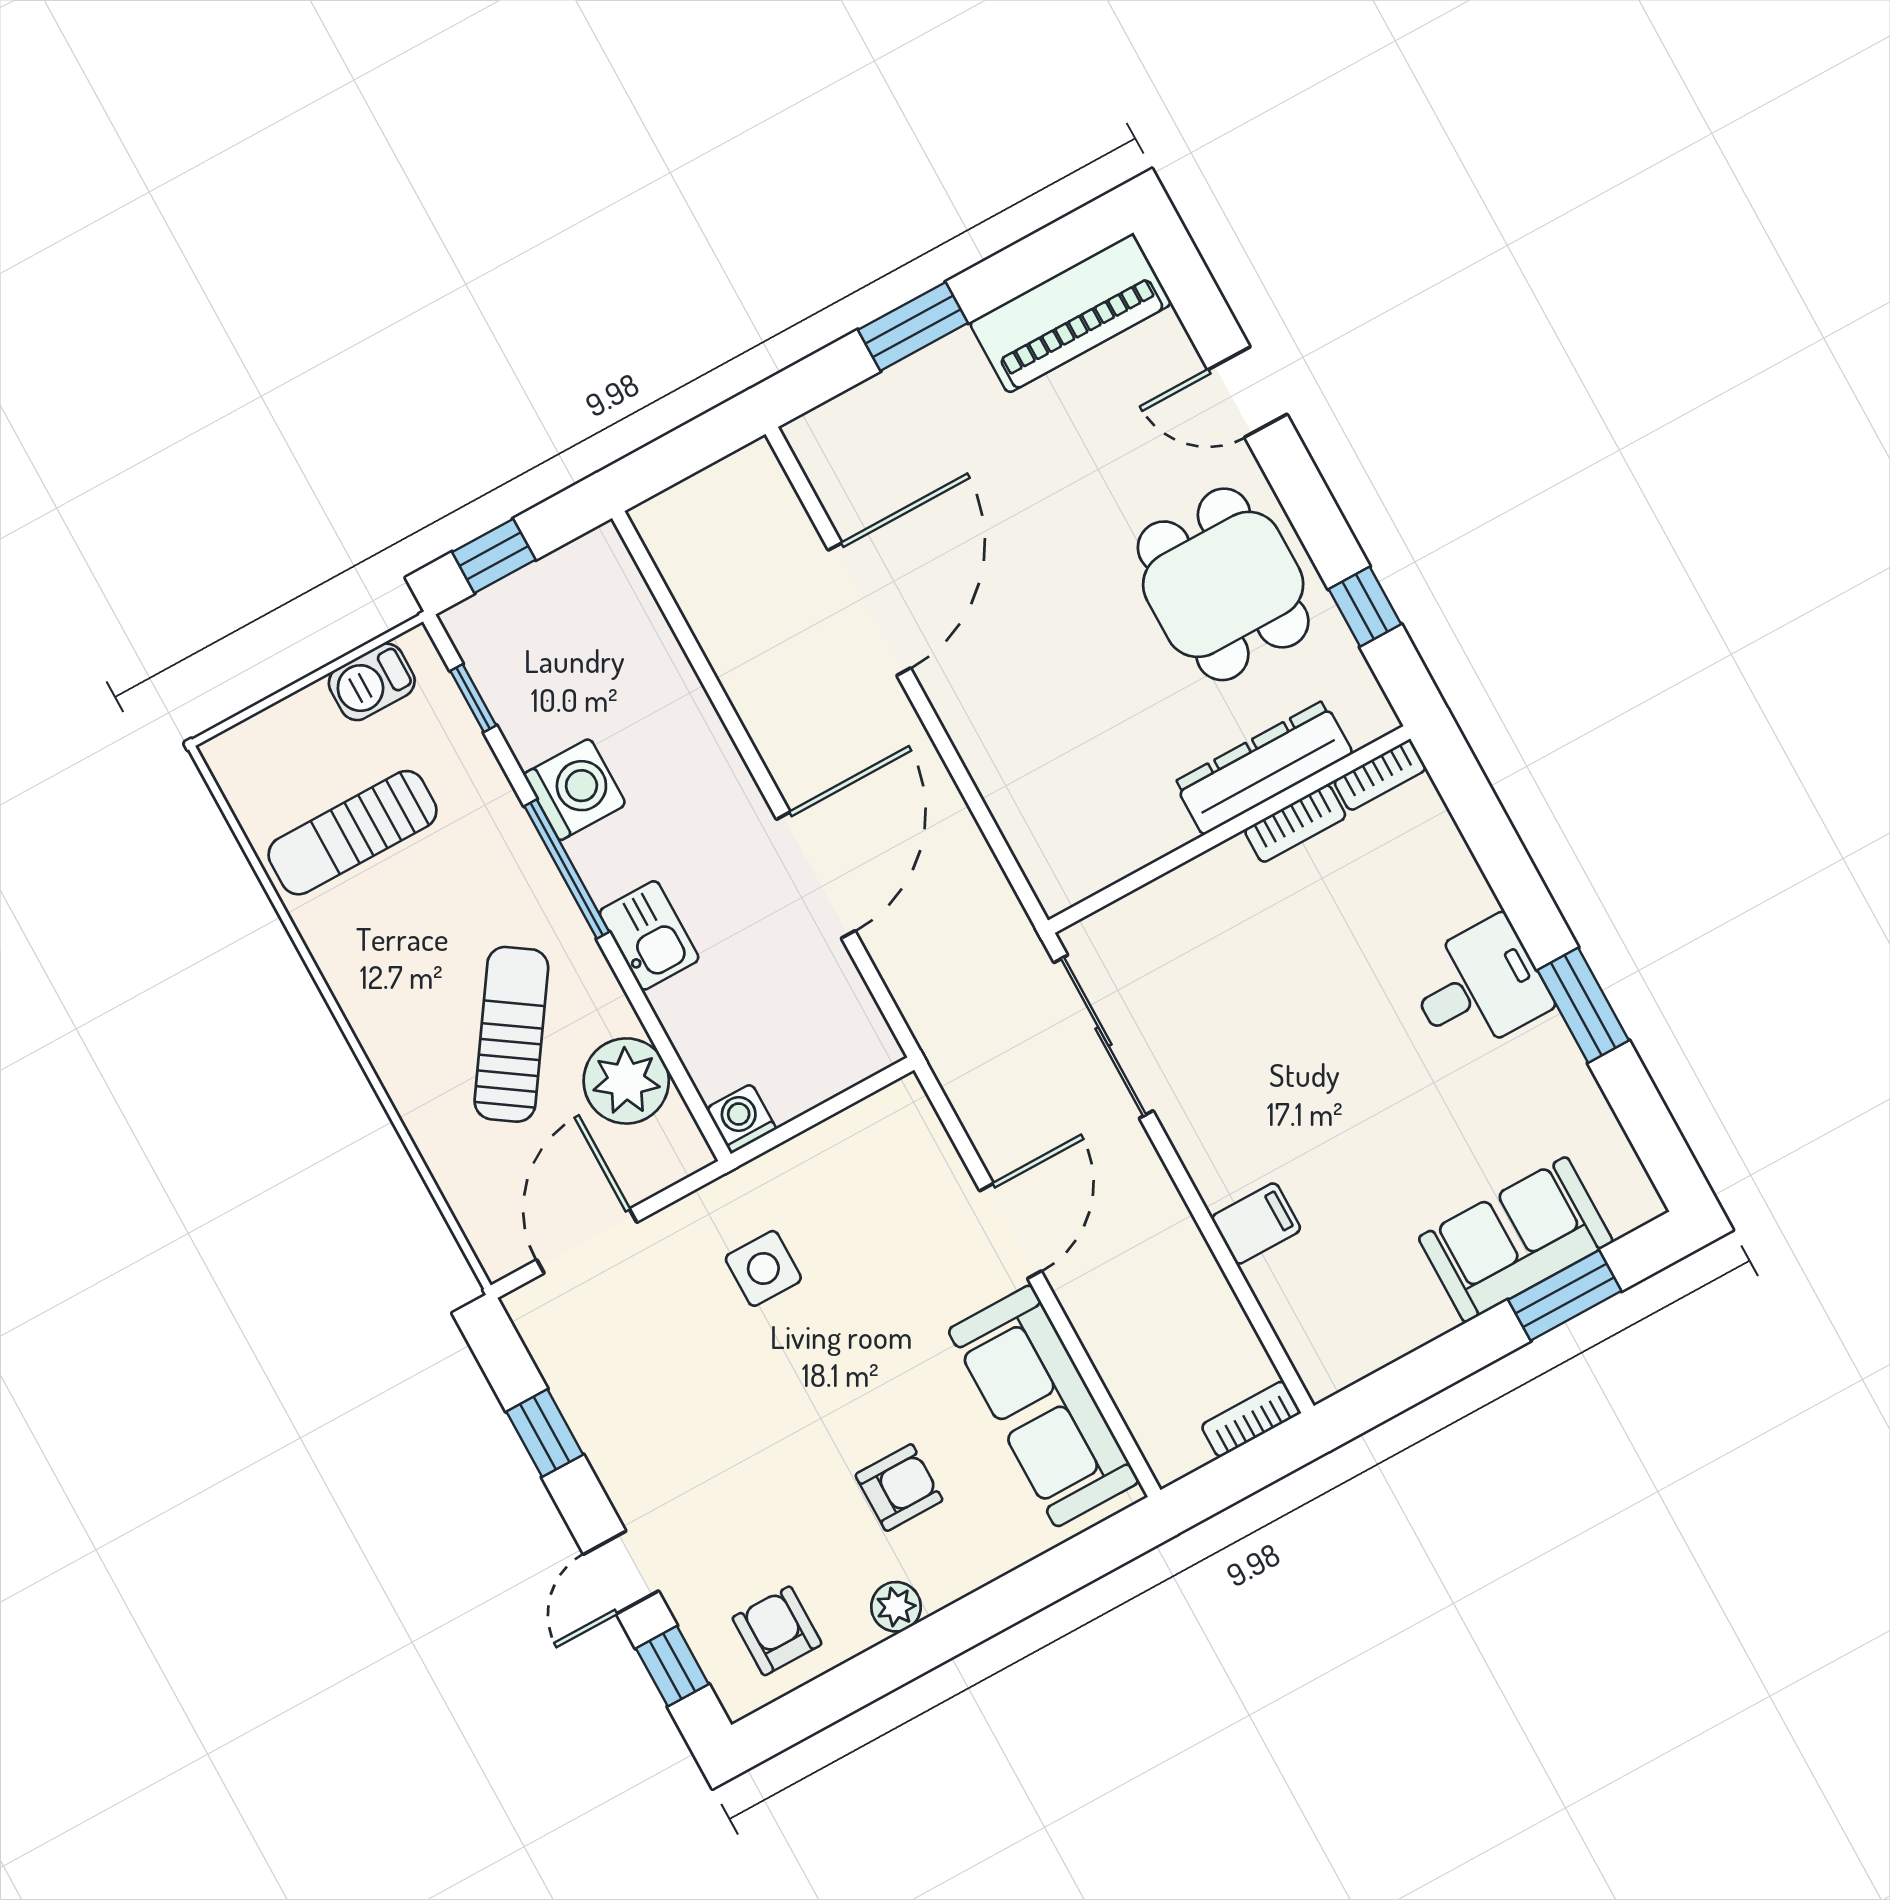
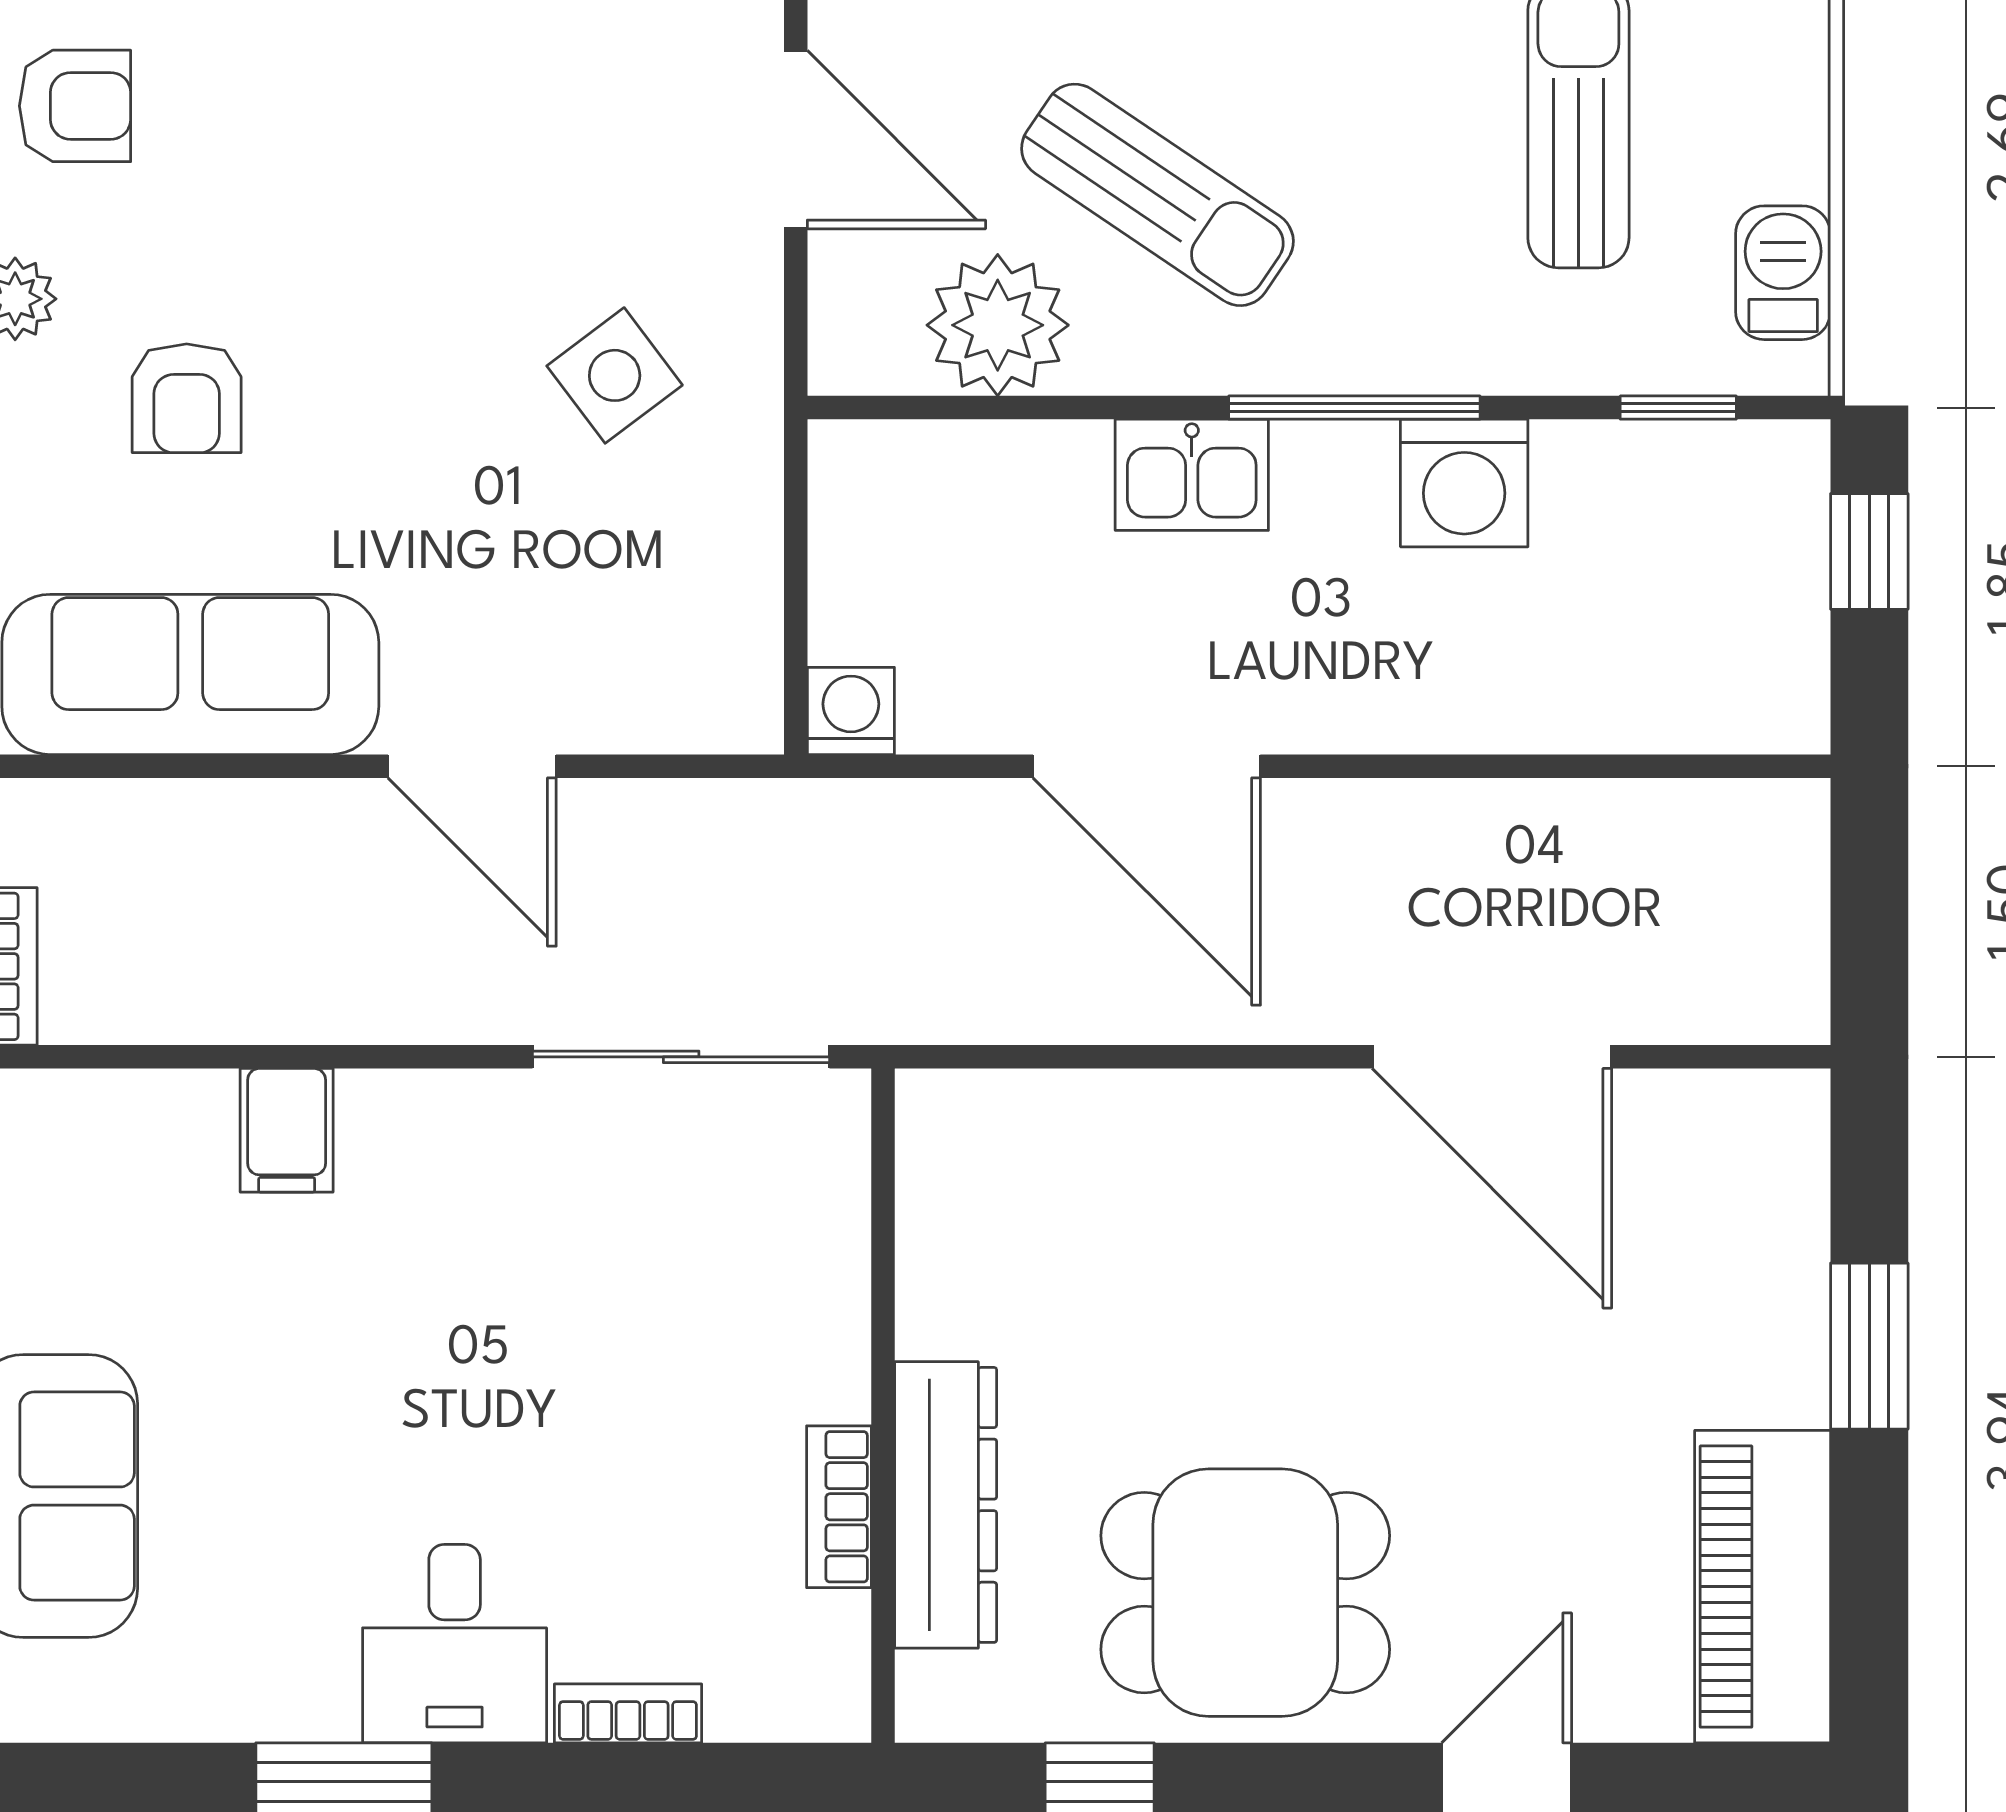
bookcase: (1380, 775) -> (628, 1713), moved, turned 90
washing machine: (741, 1119) -> (851, 711), moved, turned -90
side table: (763, 1268) -> (615, 375), turned -37

